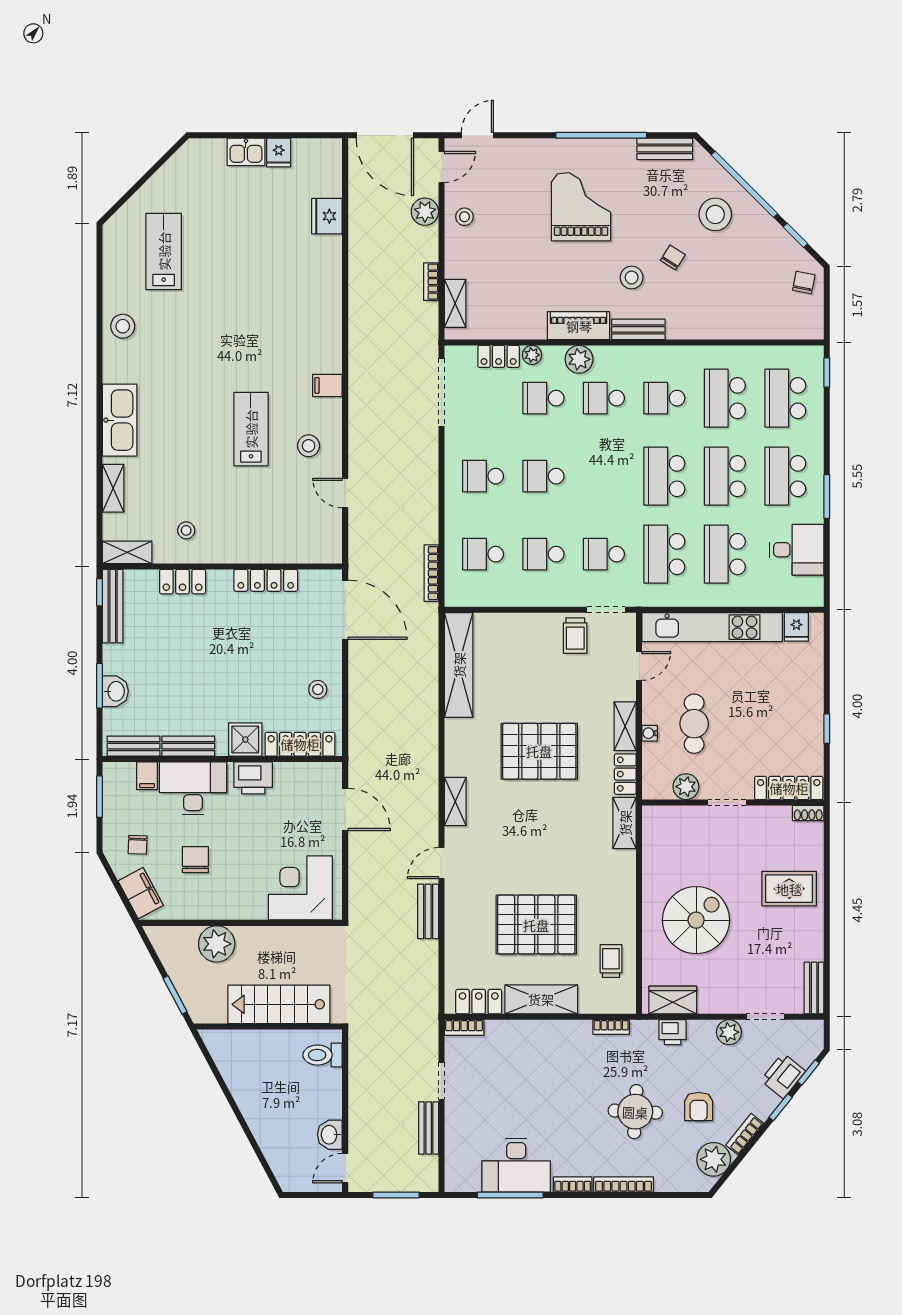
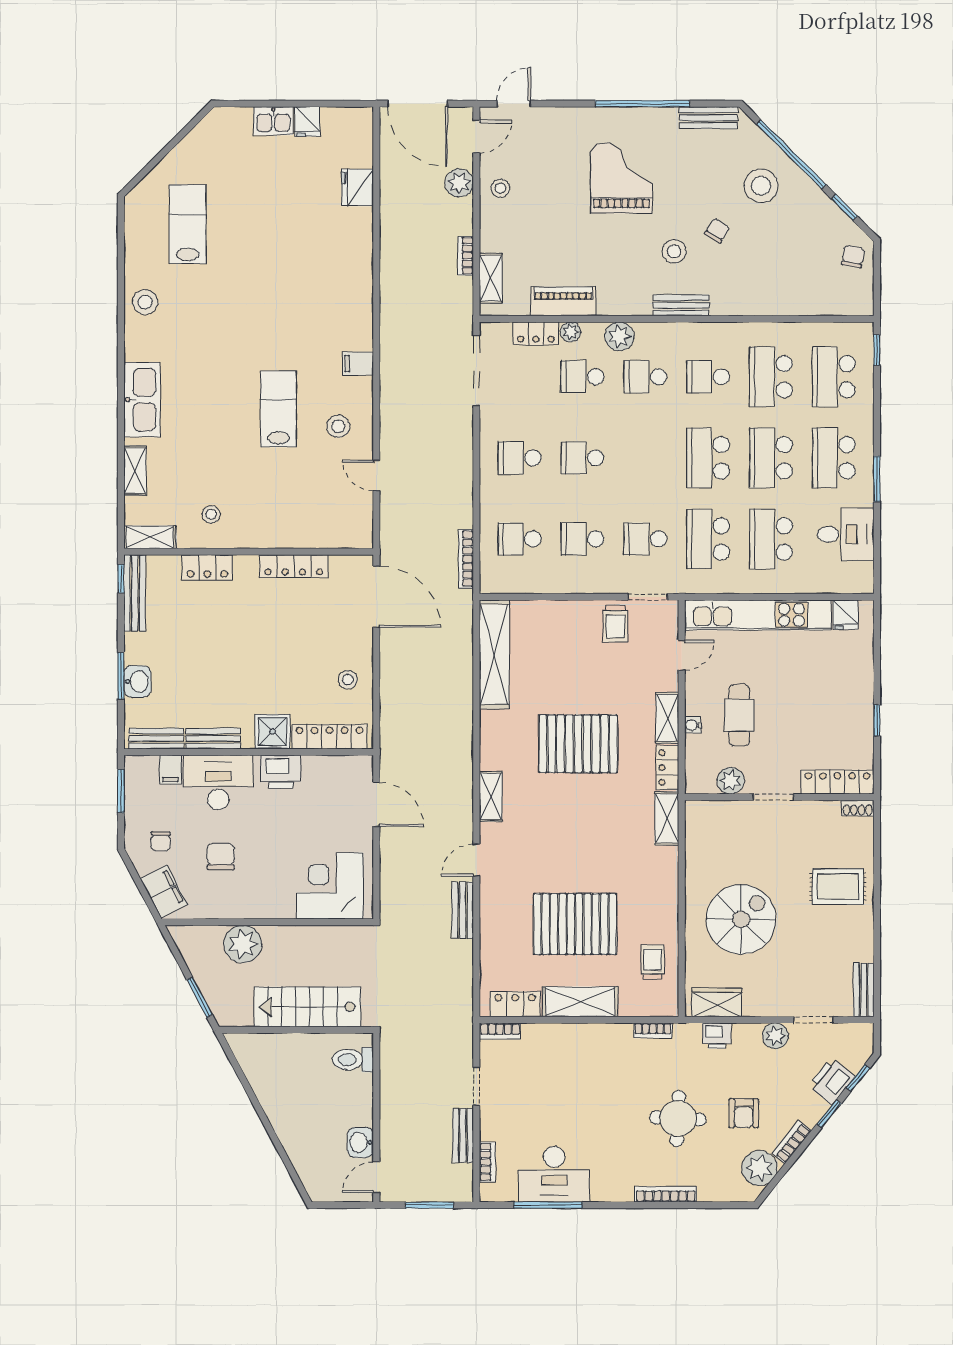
piano: (579, 326) -> (563, 301), moved
bookcase: (573, 1184) -> (487, 1162), moved, turned 90

